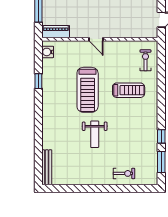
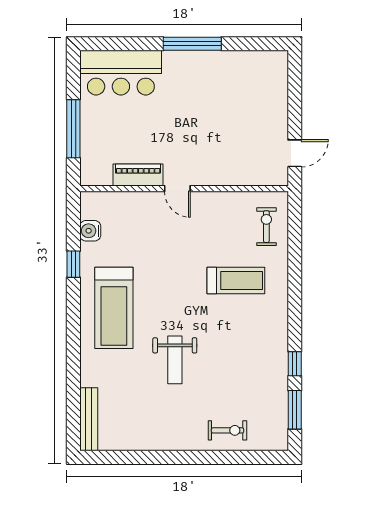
piano: (56, 32) -> (138, 175), moved
water cooler: (48, 52) -> (90, 231), moved
treadmill: (88, 90) -> (114, 308), moved

